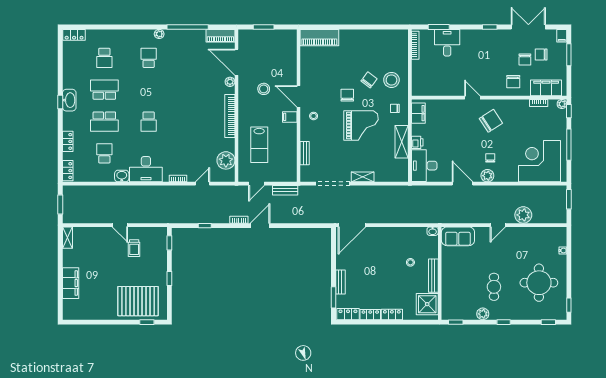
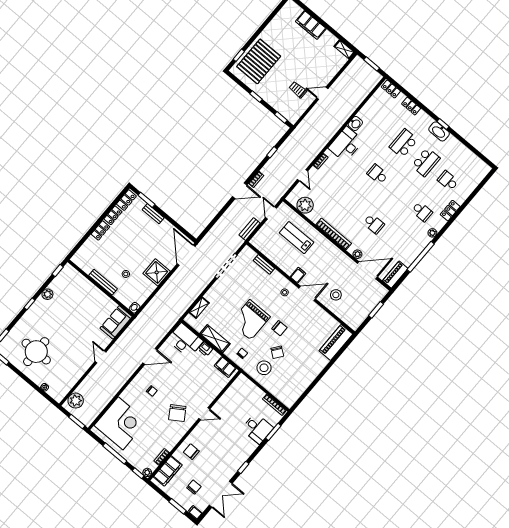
locker: (74, 35) -> (450, 211), moved
chair: (525, 59) -> (200, 473), removed
stool: (264, 89) -> (336, 295), moved
school desk: (104, 153) -> (374, 224), moved
plant: (487, 176) -> (141, 378), removed
shelving: (363, 177) -> (199, 308), moved
plant: (523, 215) -> (76, 401), moved
door: (260, 226) -> (240, 191), hinge flipped
cafe table: (494, 287) -> (60, 318), removed
shower: (427, 304) -> (157, 272), moved

